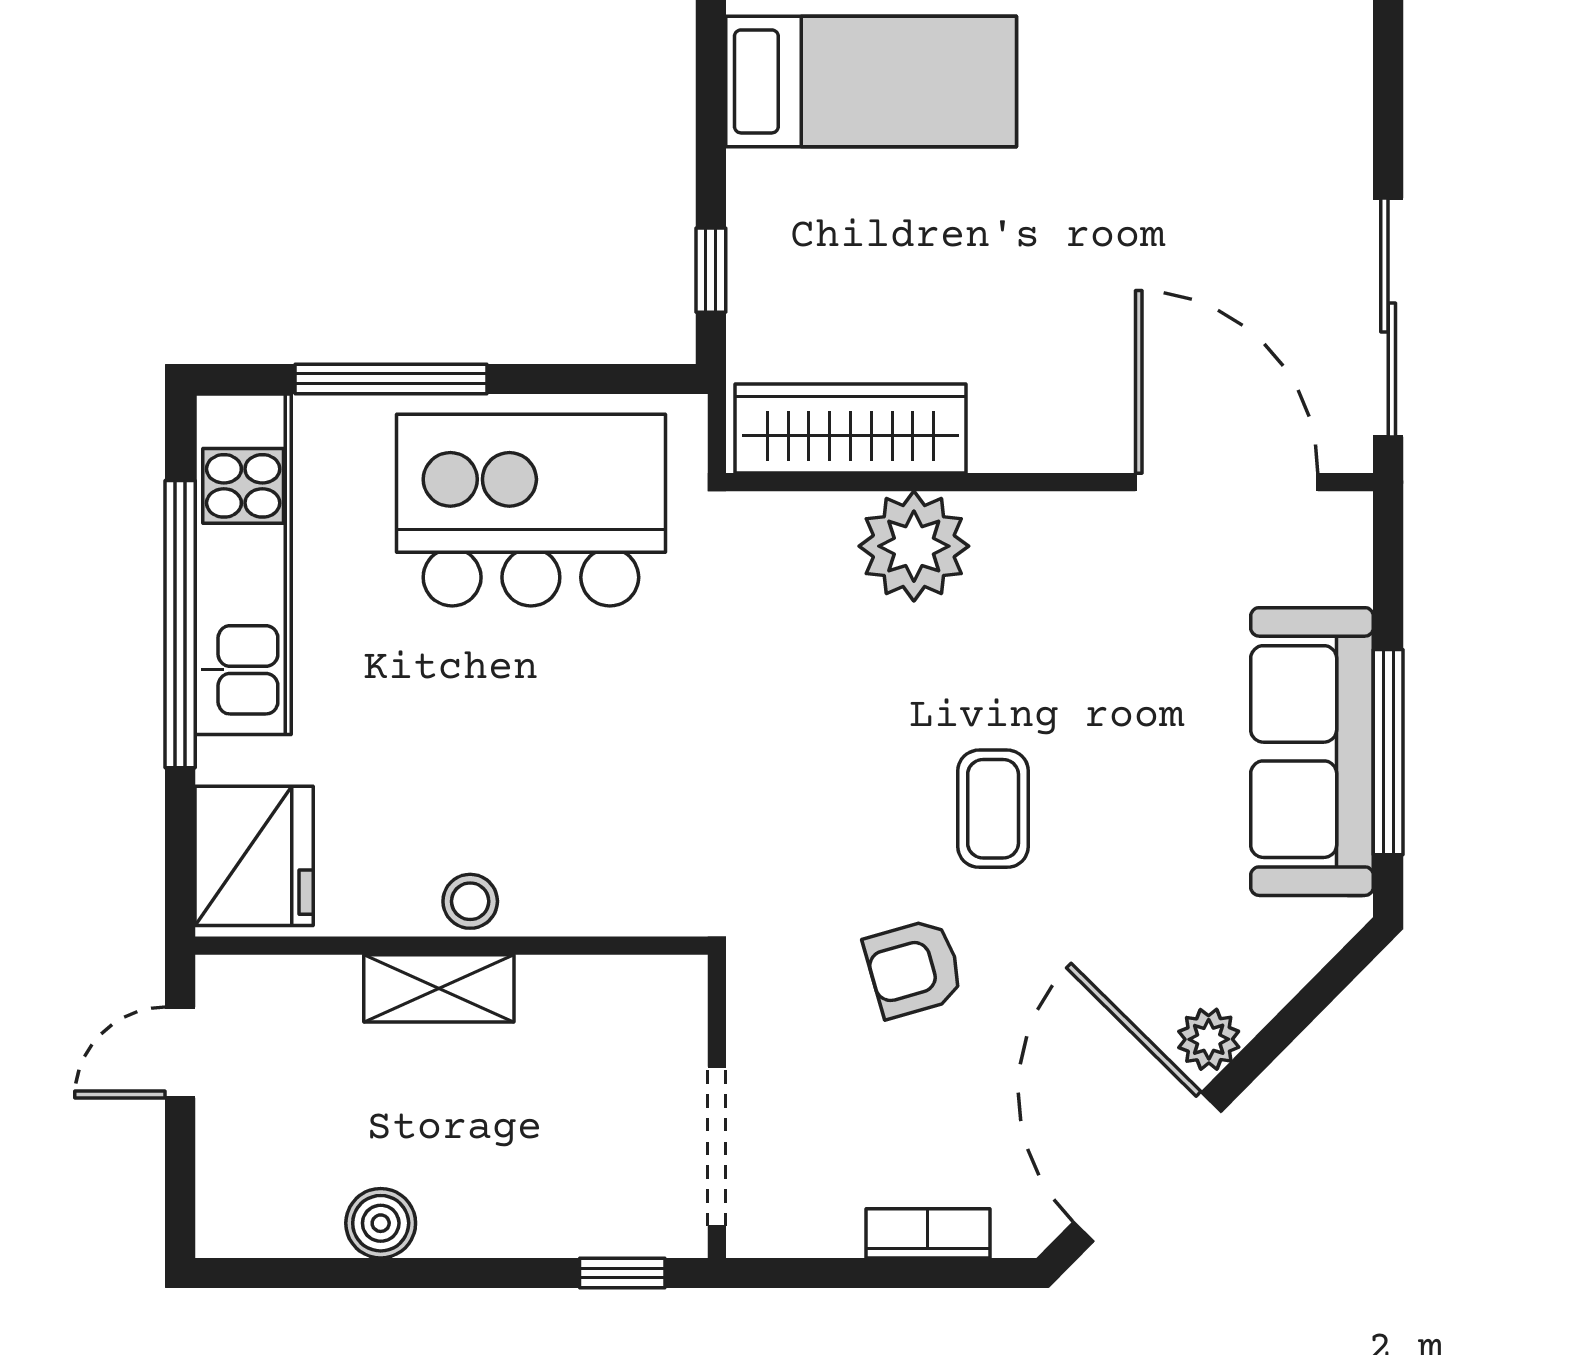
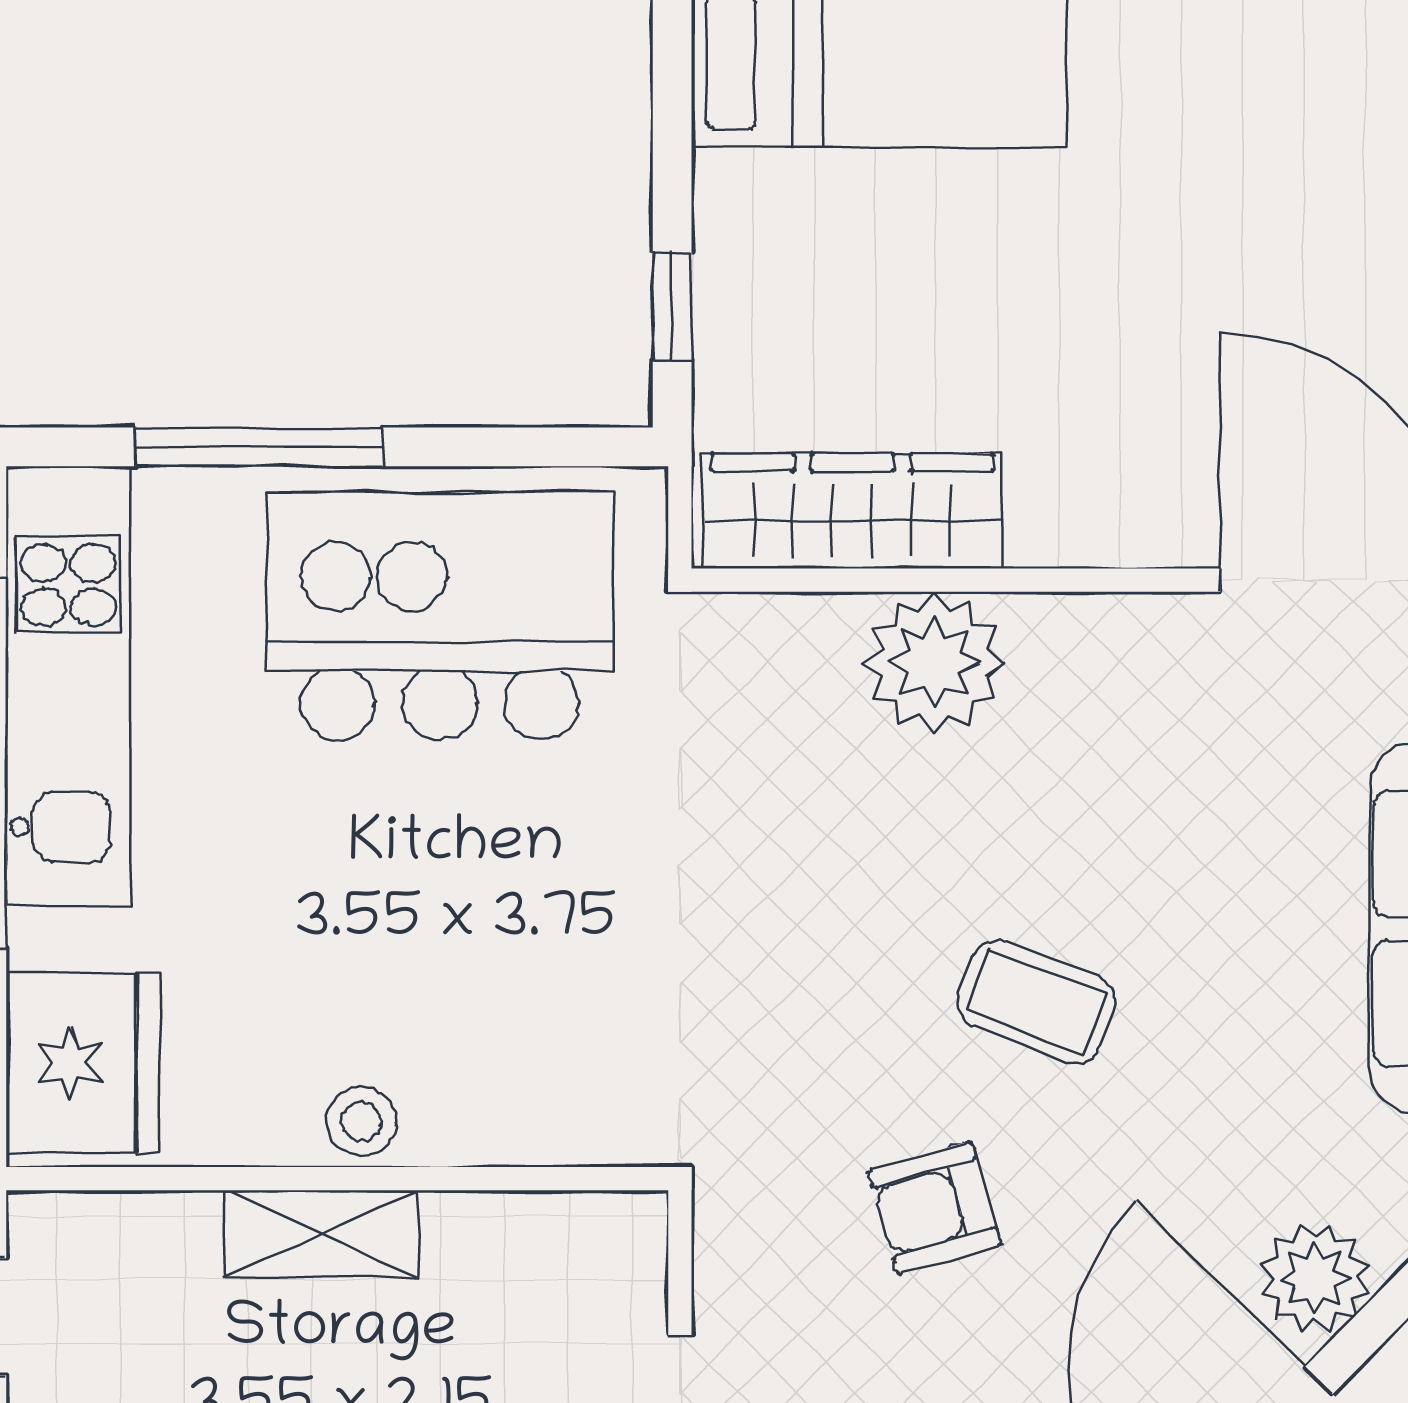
coffee table: (993, 809) -> (1036, 1002), turned -69
plant: (1209, 1039) -> (1315, 1278), width x1.38, depth x1.38

